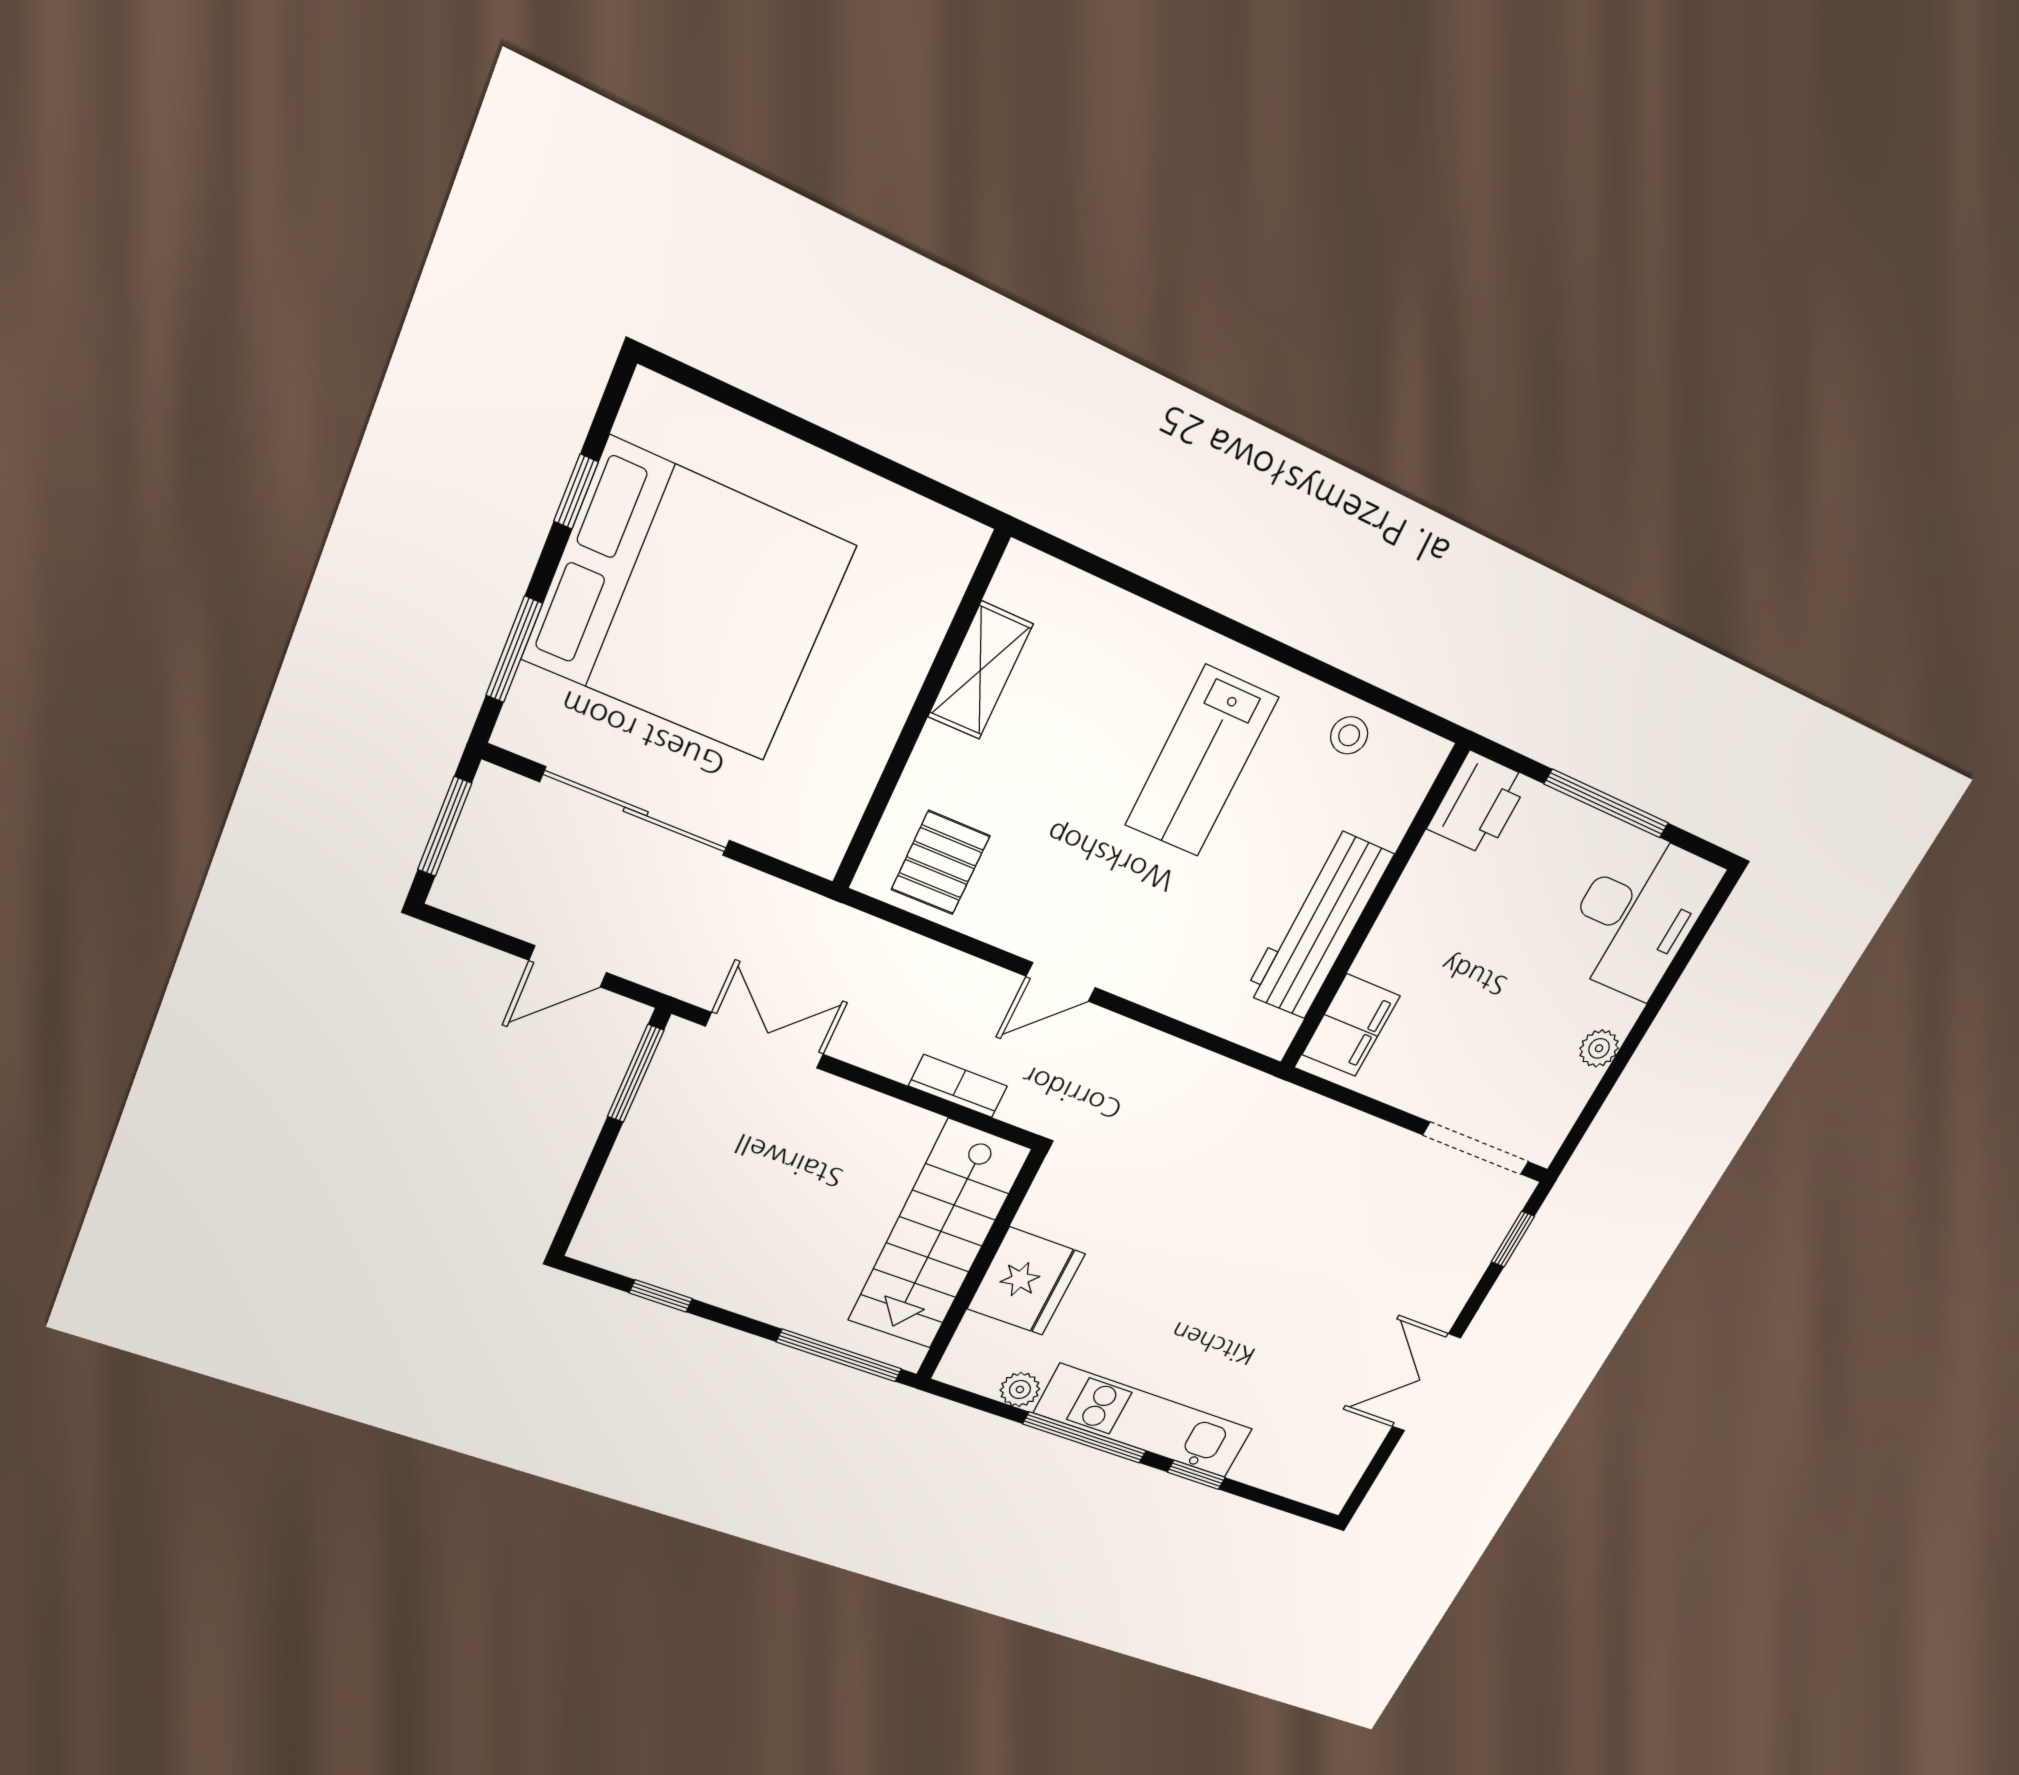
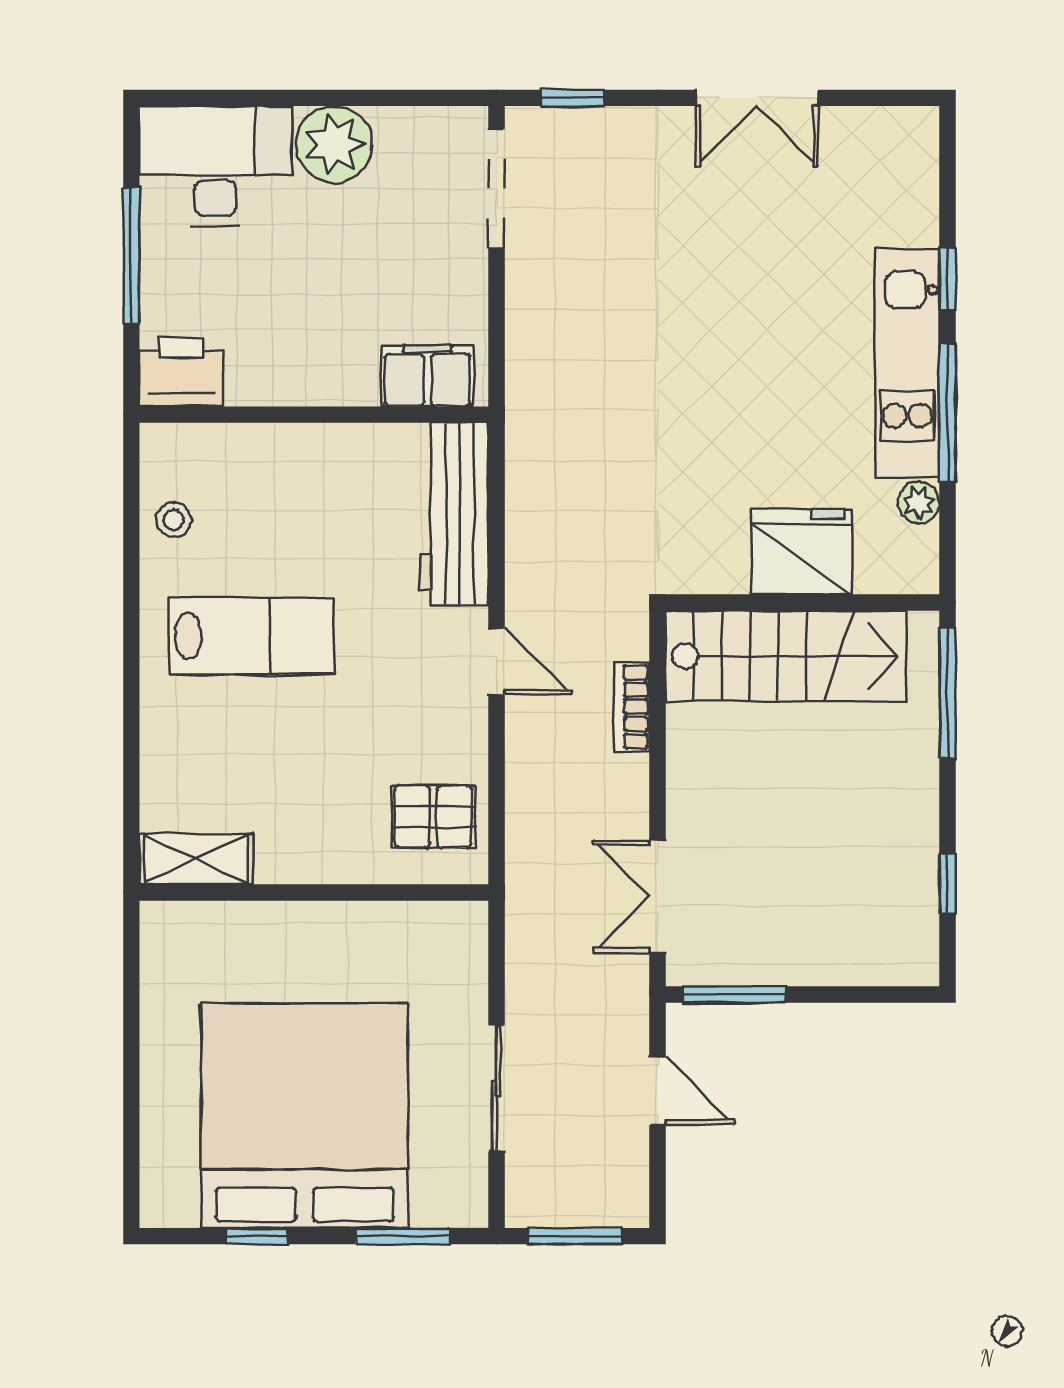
shelving: (980, 671) -> (196, 859), moved
sliding door: (636, 812) -> (496, 1088), width x0.73
workbench: (1318, 924) -> (454, 514), moved, turned 90
plant: (1599, 1048) -> (334, 144), width x1.87, depth x1.87

